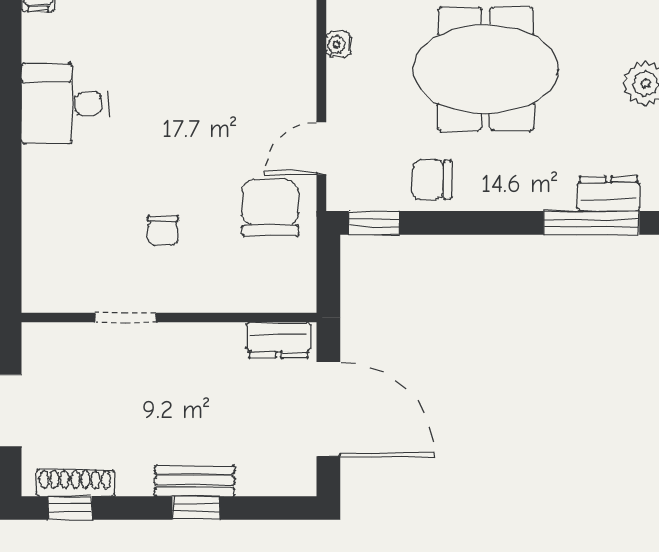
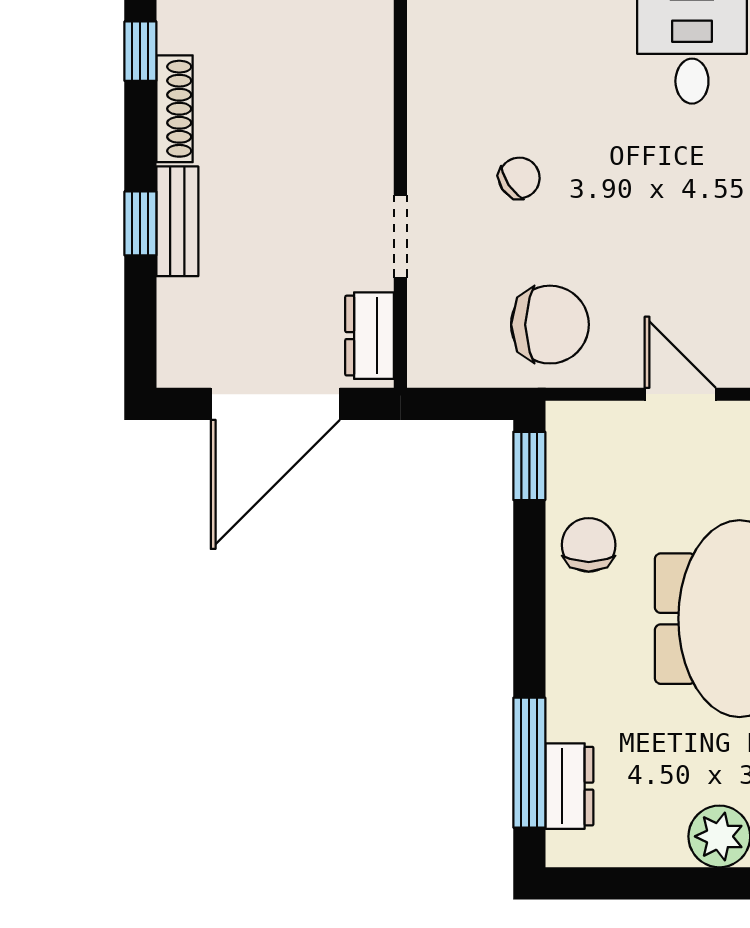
door: (321, 148) -> (680, 394), moved
chair: (163, 230) -> (519, 178), turned 146
doorway: (126, 317) -> (400, 236), moved
shoe rack: (75, 483) -> (175, 109), moved

